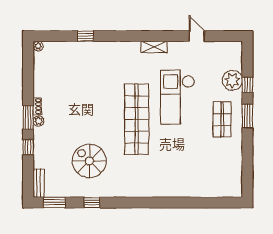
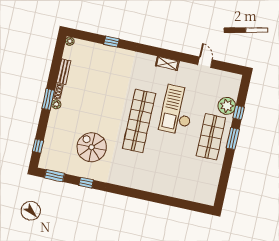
shop shelf: (222, 119) -> (211, 137), width x1.43, depth x1.36
window: (28, 147) -> (38, 146), moved
bench: (39, 183) -> (64, 72), moved

